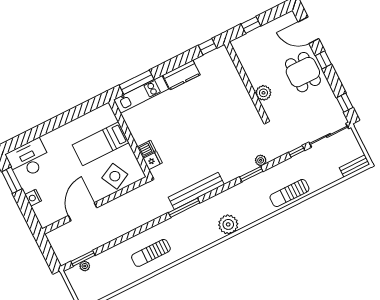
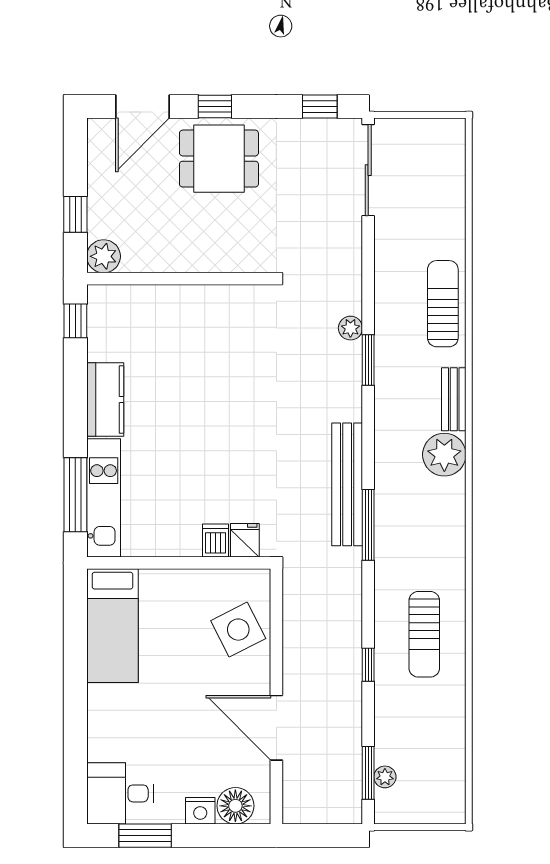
plant: (263, 93) -> (104, 256), moved
bed: (101, 144) -> (112, 626), moved
window: (297, 151) -> (368, 665), moved
desk: (29, 159) -> (120, 793), width x0.73
bench: (355, 166) -> (454, 399), moved
sun lounger: (289, 193) -> (443, 304), turned 180
floor lamp: (42, 211) -> (235, 806), added

